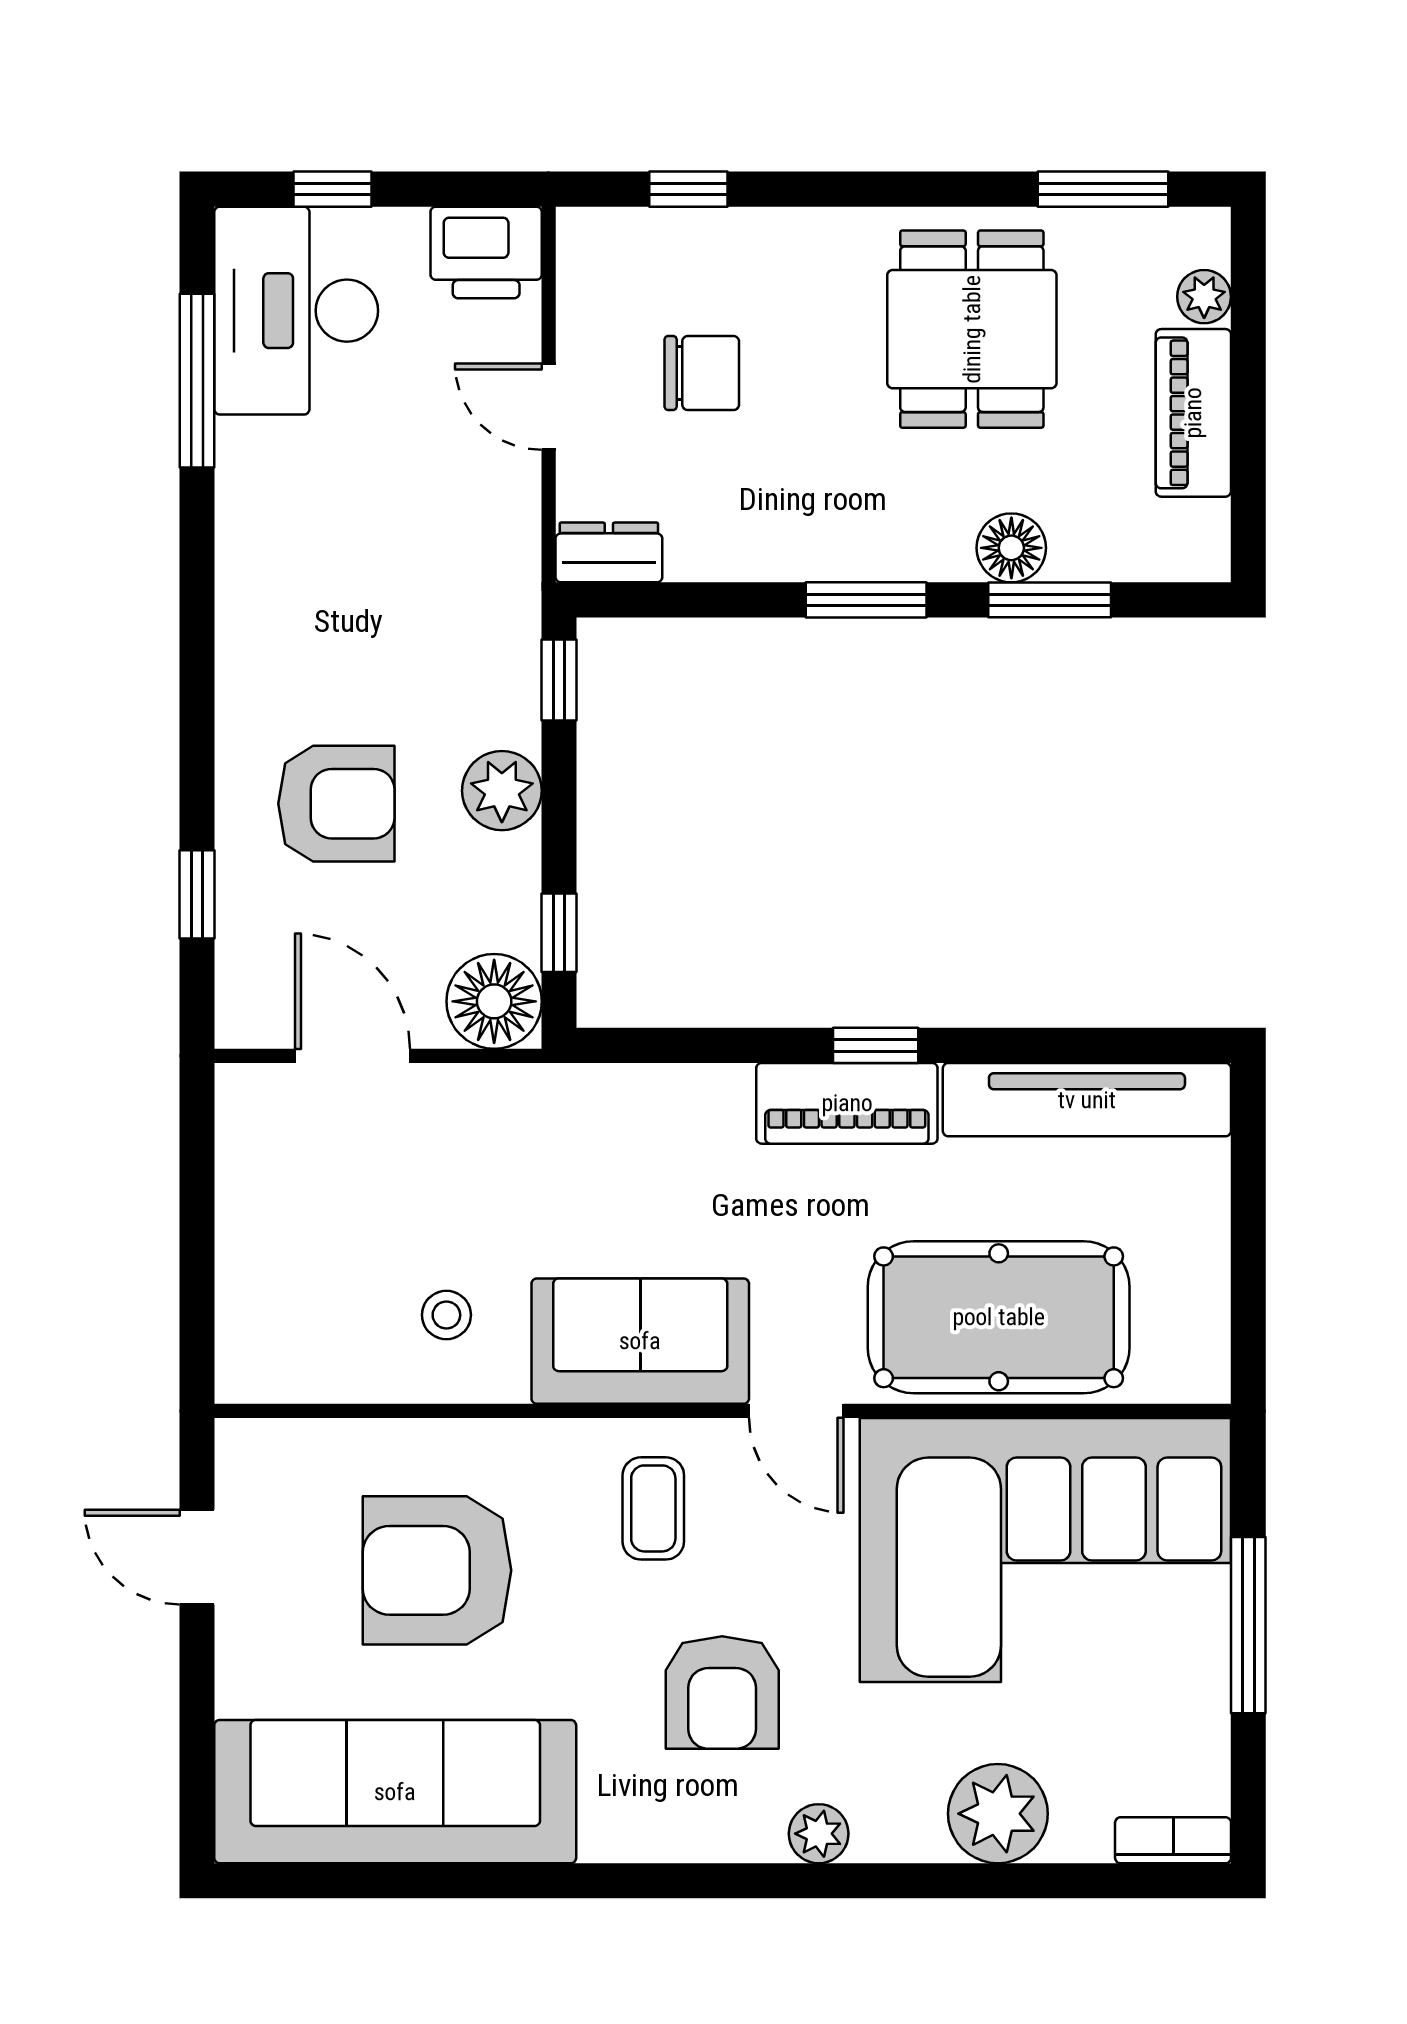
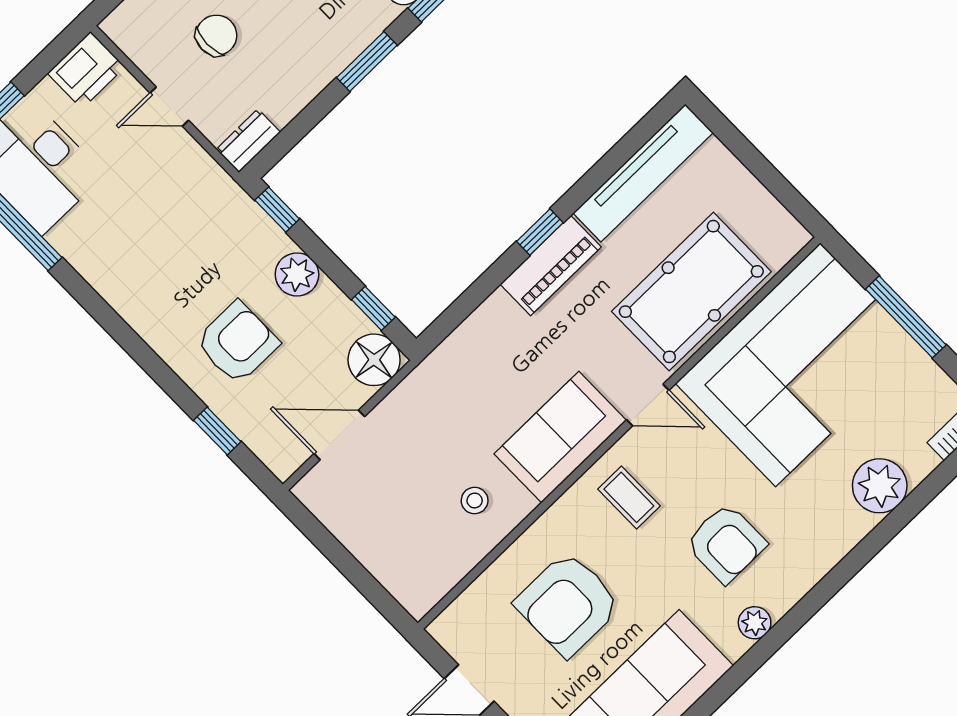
plant: (819, 1834) -> (755, 623), moved

